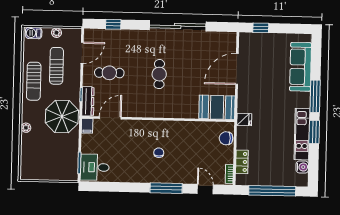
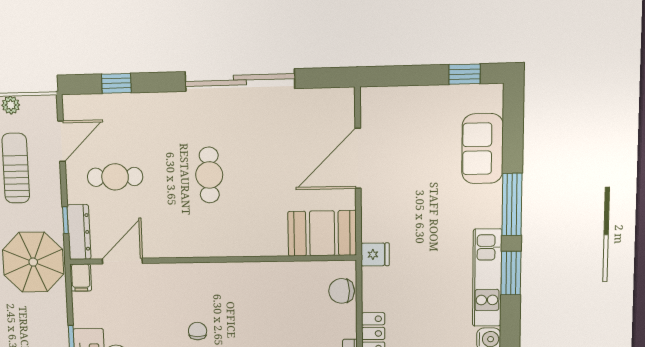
window: (261, 28) -> (465, 74), moved
sofa: (301, 67) -> (482, 149), width x0.73
chair: (159, 153) -> (198, 331), moved

